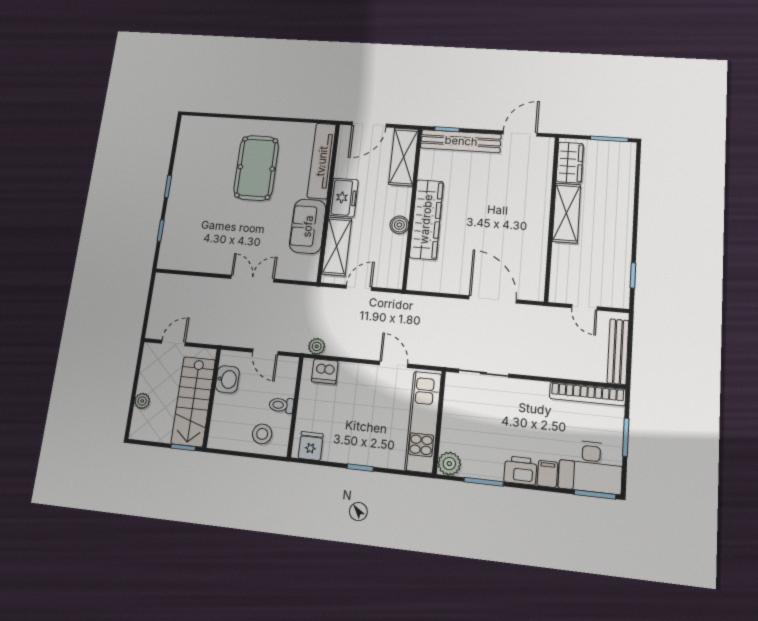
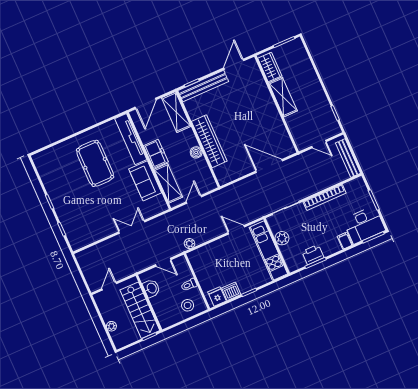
dishwasher: (325, 371) -> (231, 291), moved, turned 180
bookcase: (587, 394) -> (324, 197), moved
plant: (449, 464) -> (282, 238), moved
printer: (520, 470) -> (313, 255), moved

